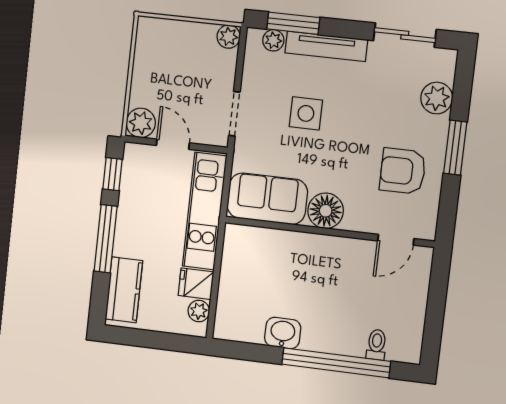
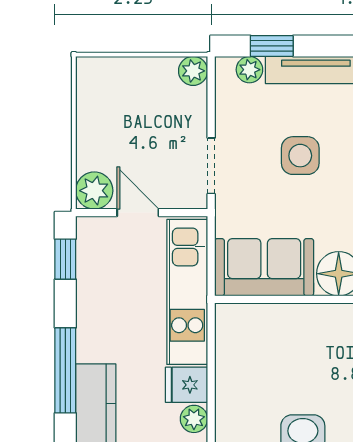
window: (293, 23) -> (272, 46), width x0.67
window: (106, 239) -> (65, 370), moved

